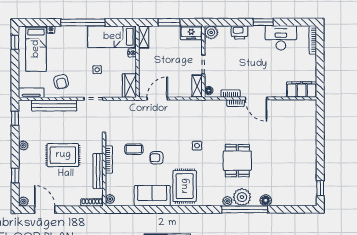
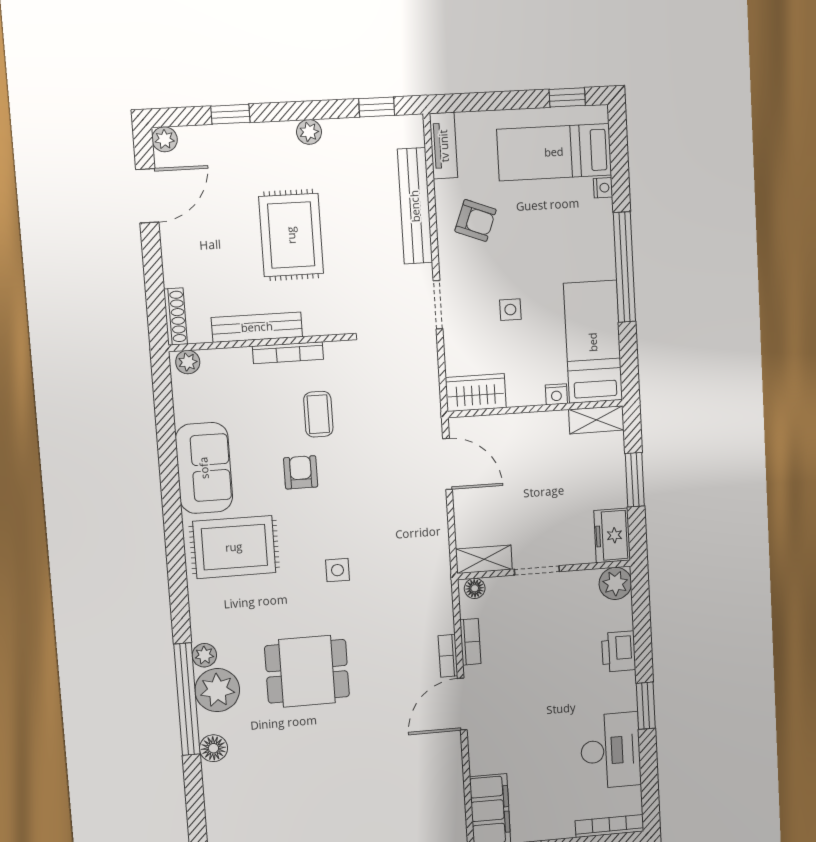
armchair: (61, 82) -> (476, 220), turned -147

